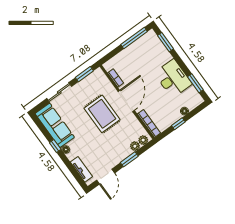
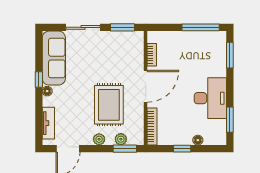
rug: (102, 114) -> (109, 105), moved
plant: (143, 140) -> (99, 139), moved
window: (129, 159) -> (125, 149), moved

